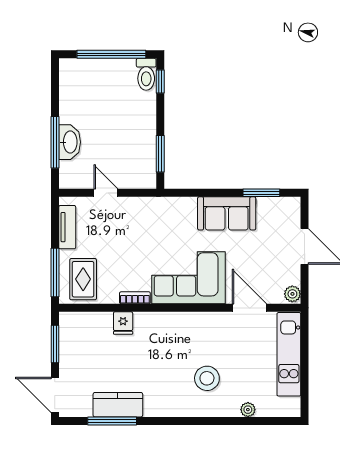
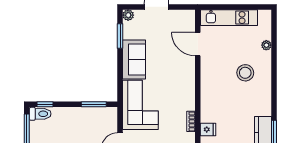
corner sofa: (189, 278) -> (140, 105), moved, turned 180
plant: (292, 294) -> (128, 15), moved
door: (249, 308) -> (198, 44), hinge flipped

